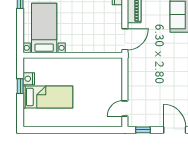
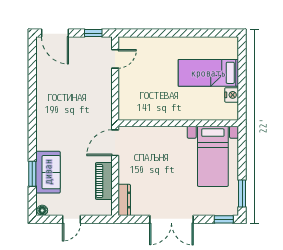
window: (20, 86) -> (242, 86), removed

